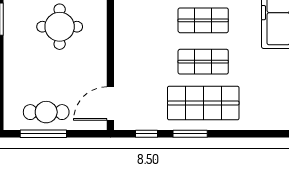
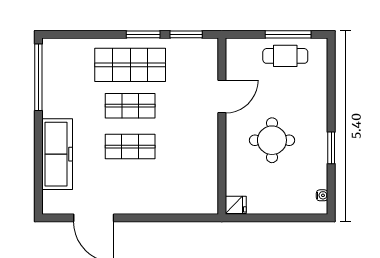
door: (110, 104) -> (222, 97), moved
window: (146, 134) -> (186, 34), width x1.50

